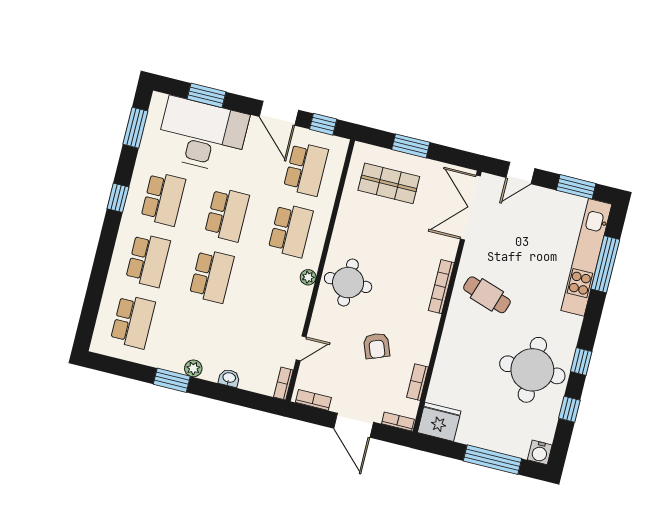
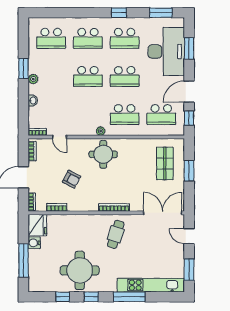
window: (605, 264) -> (129, 297), moved
armchair: (377, 346) -> (71, 179), turned -131
water cooler: (540, 452) -> (34, 243), moved

